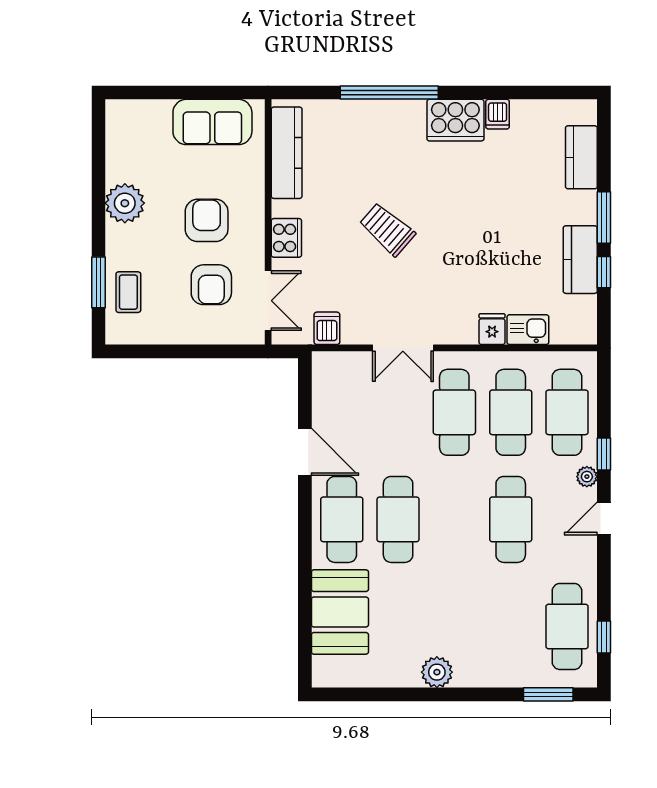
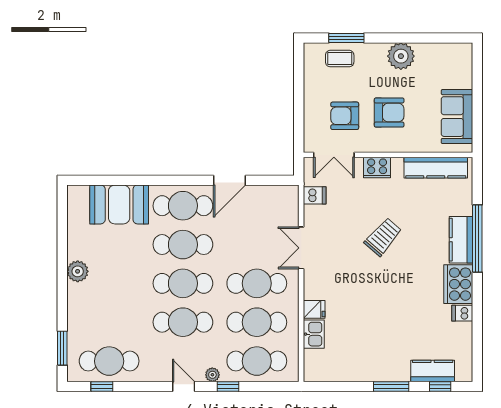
kitchen counter: (580, 260) -> (461, 240), moved, turned -90
window: (604, 272) -> (440, 386), moved
cafe table: (454, 519) -> (183, 283), added

